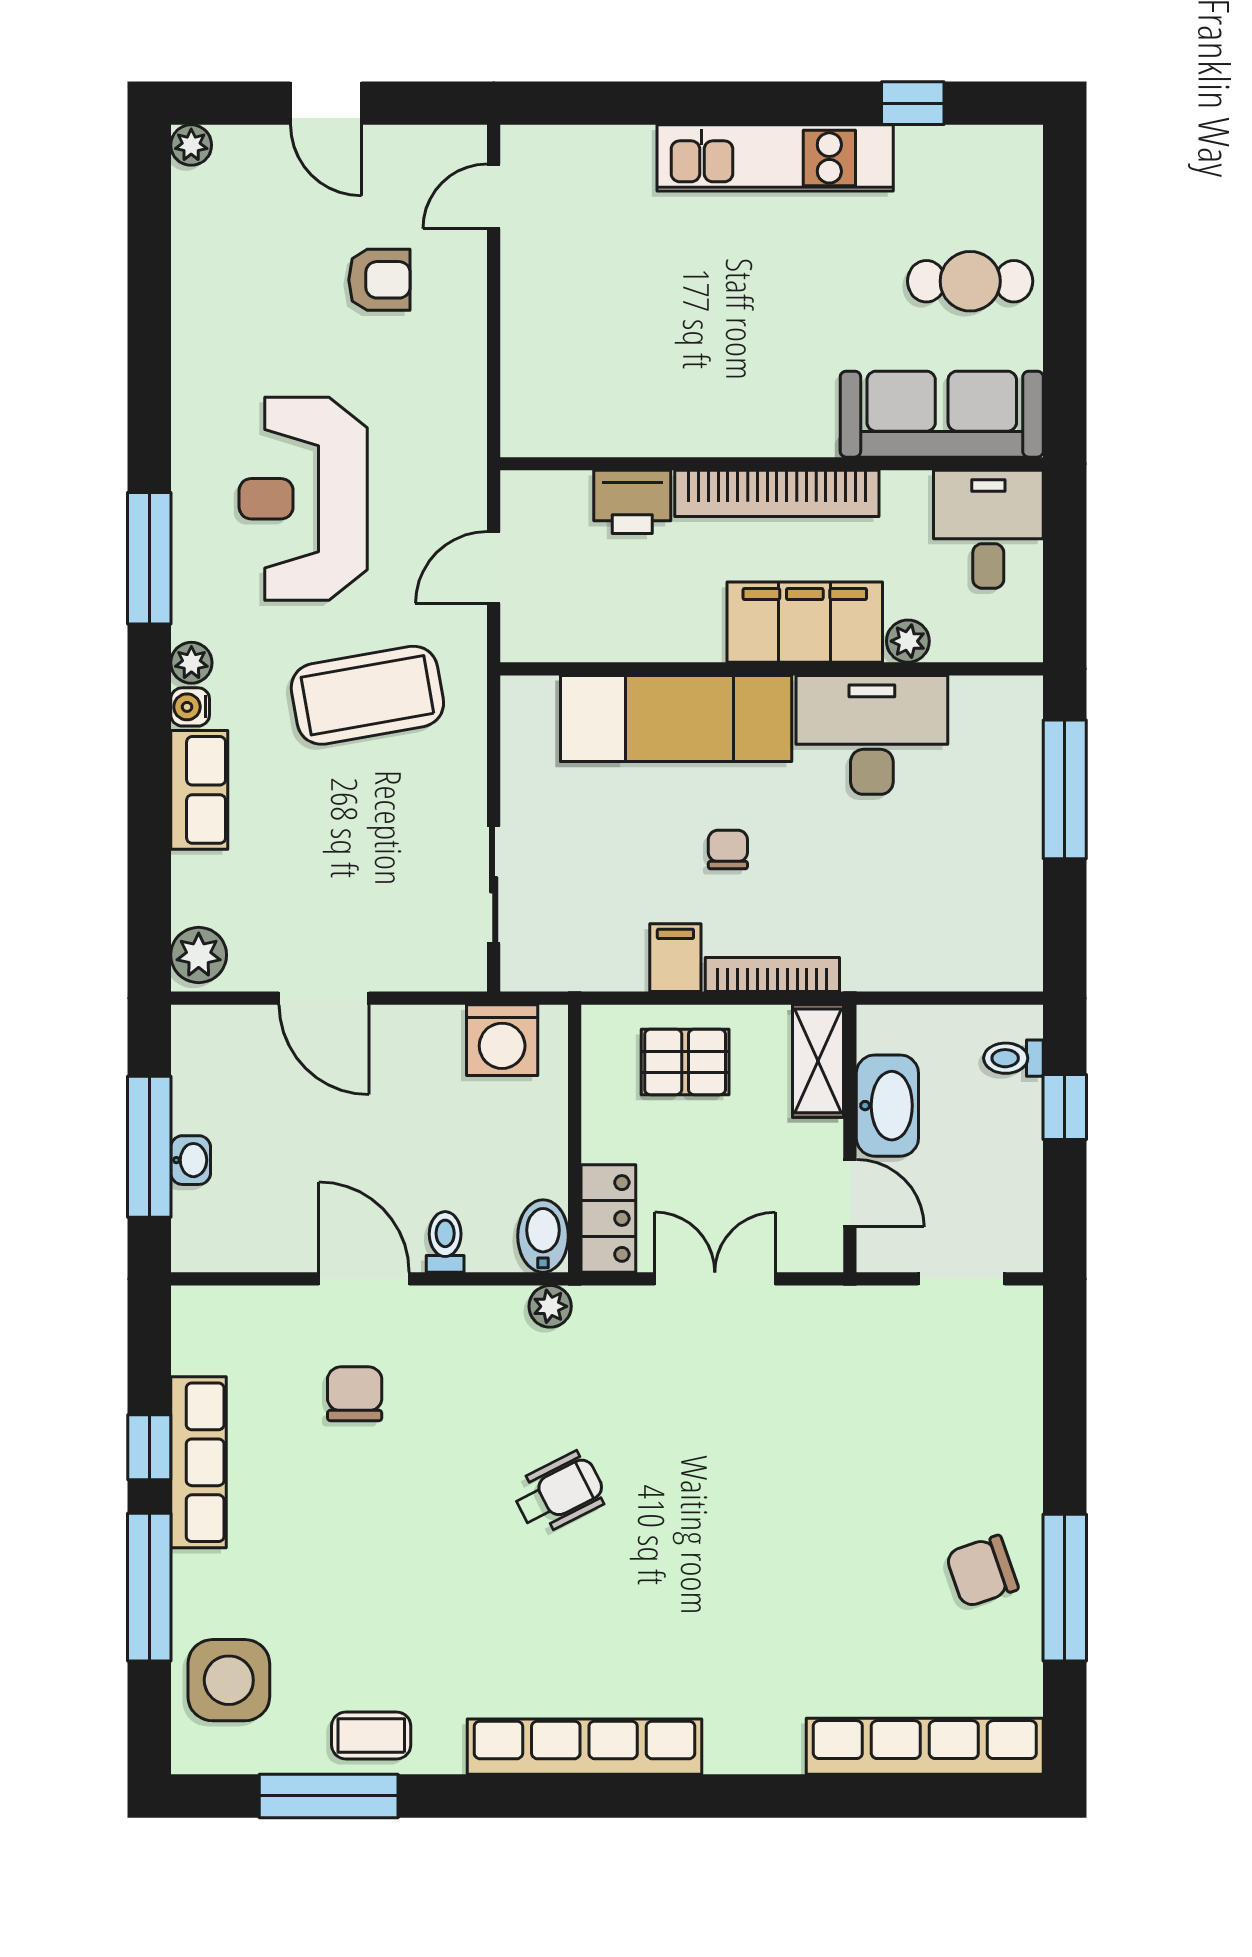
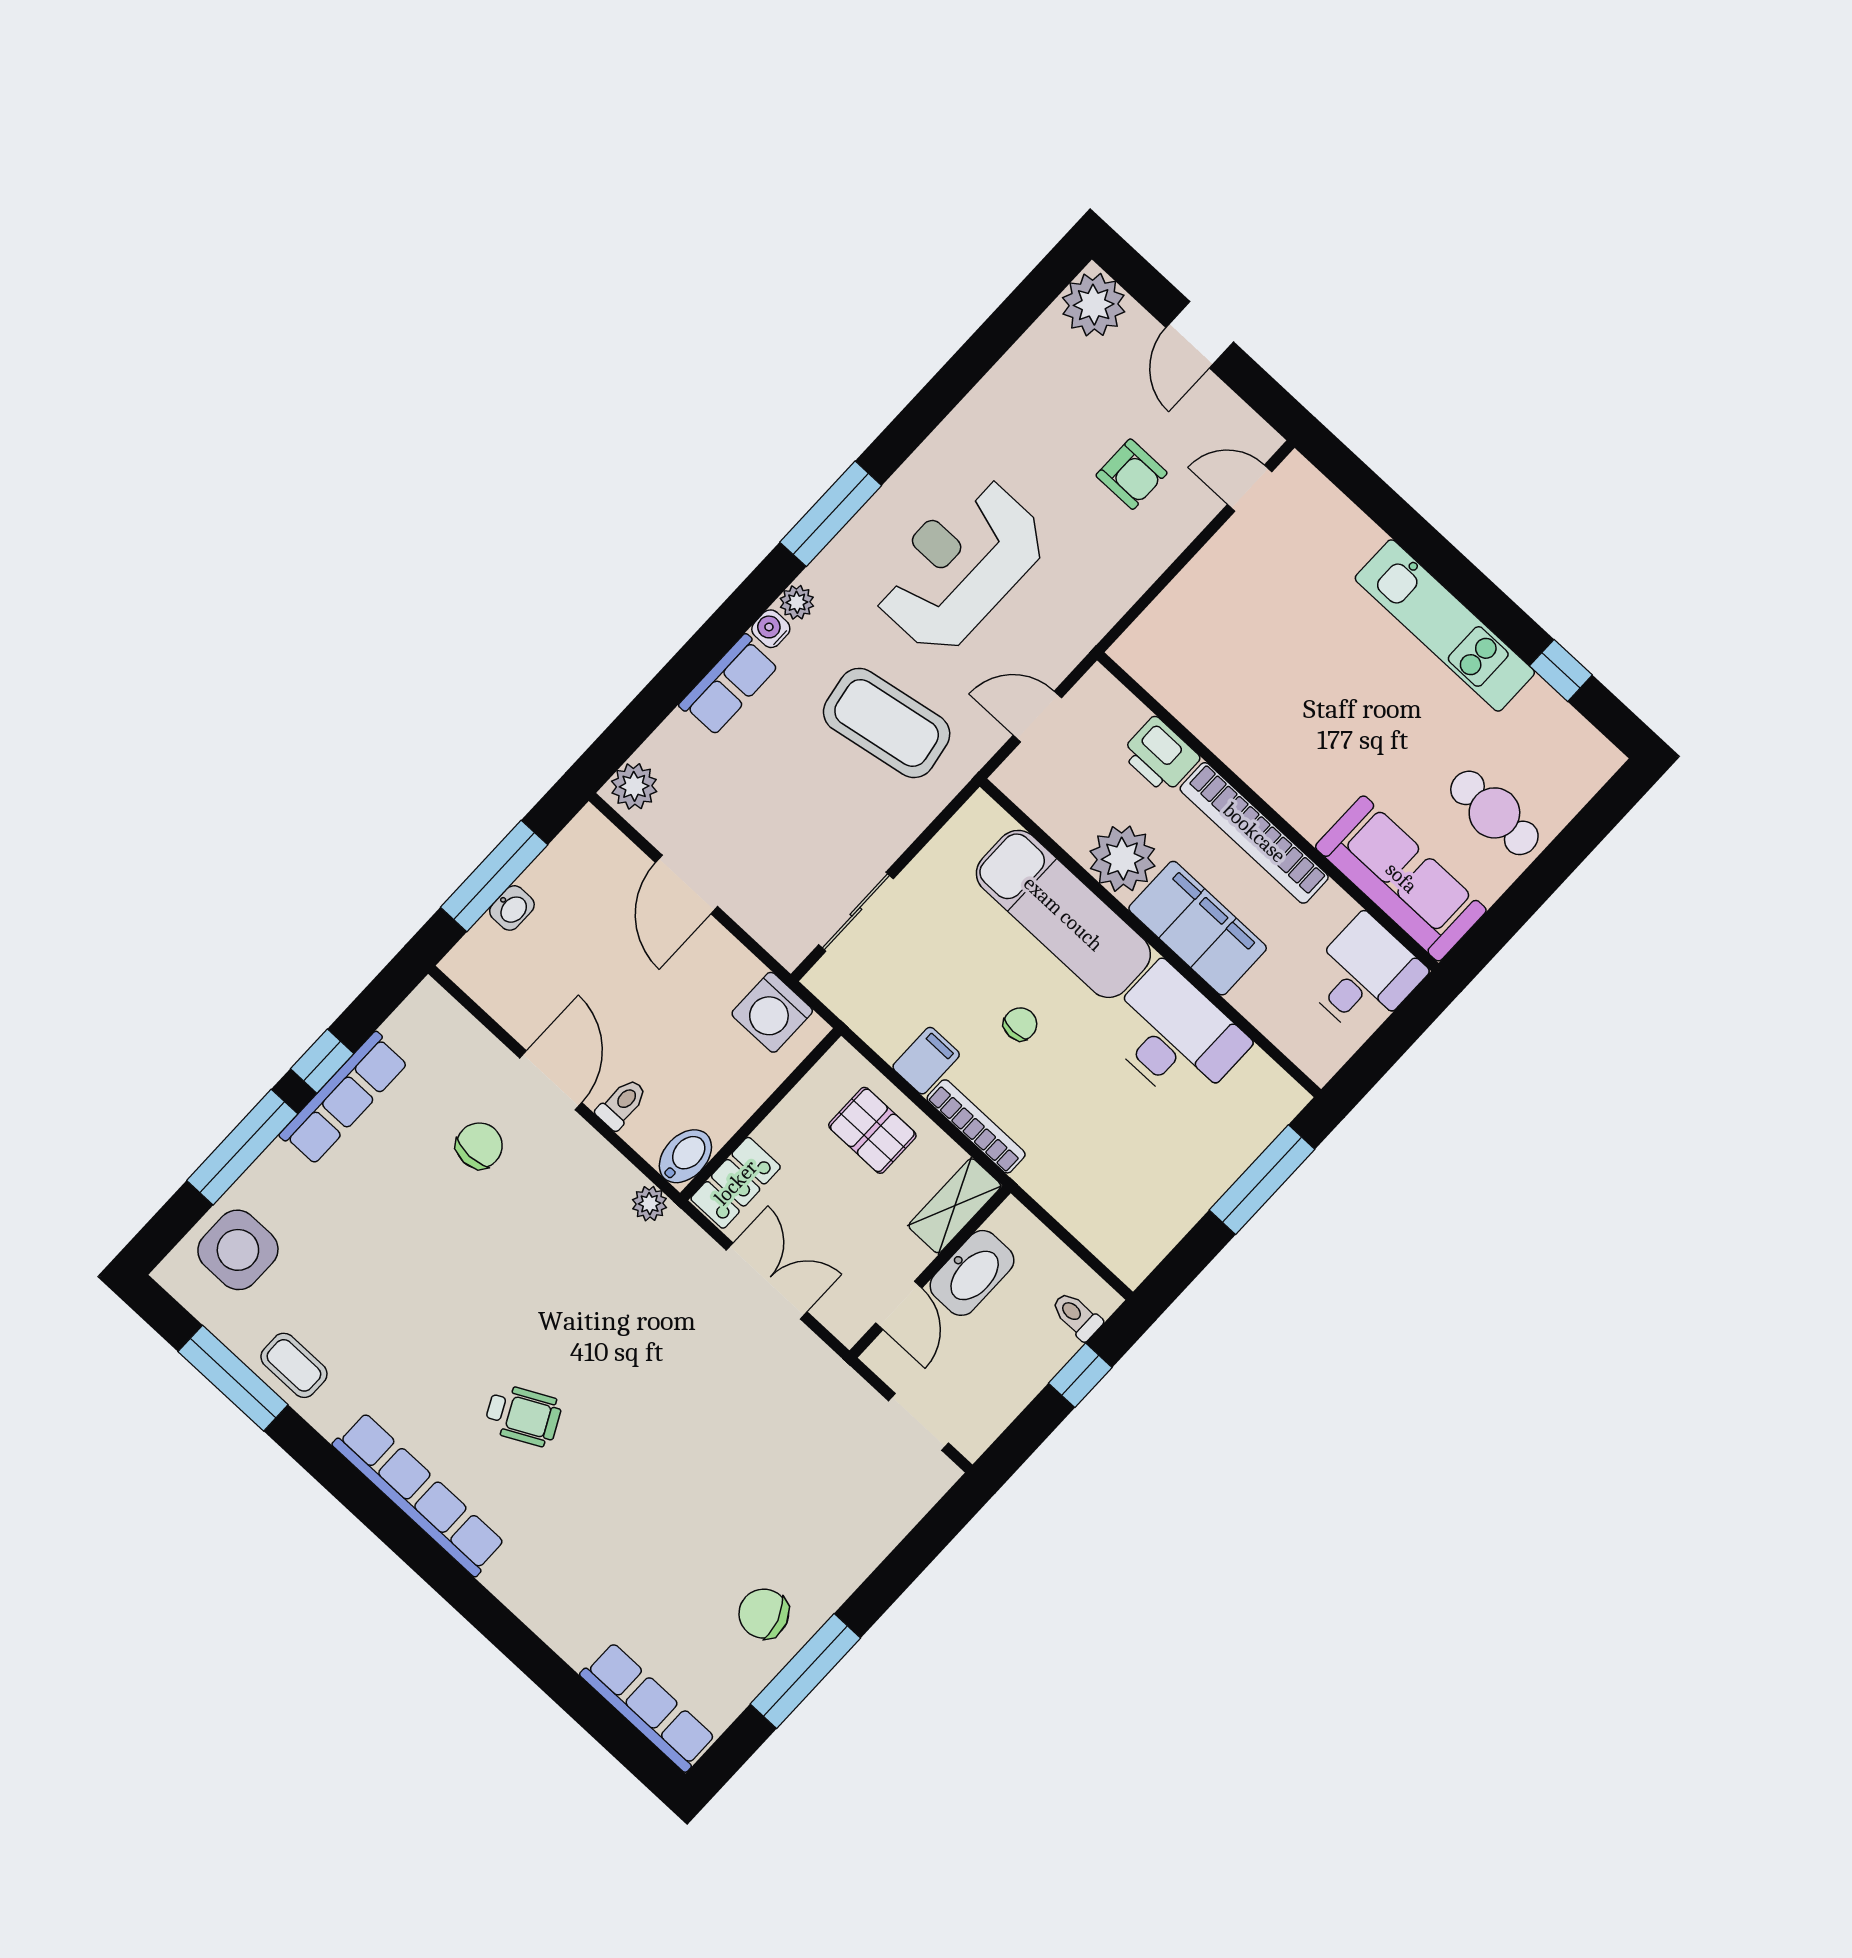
plant: (191, 145) -> (1094, 305), width x1.88, depth x1.88
plant: (908, 641) -> (1122, 859), moved, width x1.88, depth x1.88
wheelchair: (559, 1493) -> (523, 1415), moved
row of seats: (925, 1746) -> (648, 1707), width x0.73

